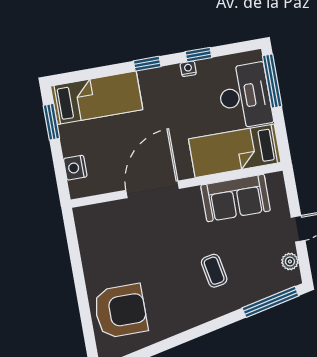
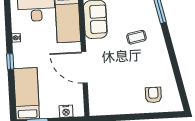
window: (199, 55) -> (9, 31), removed
armchair: (121, 311) -> (153, 95), width x0.53, depth x0.53

